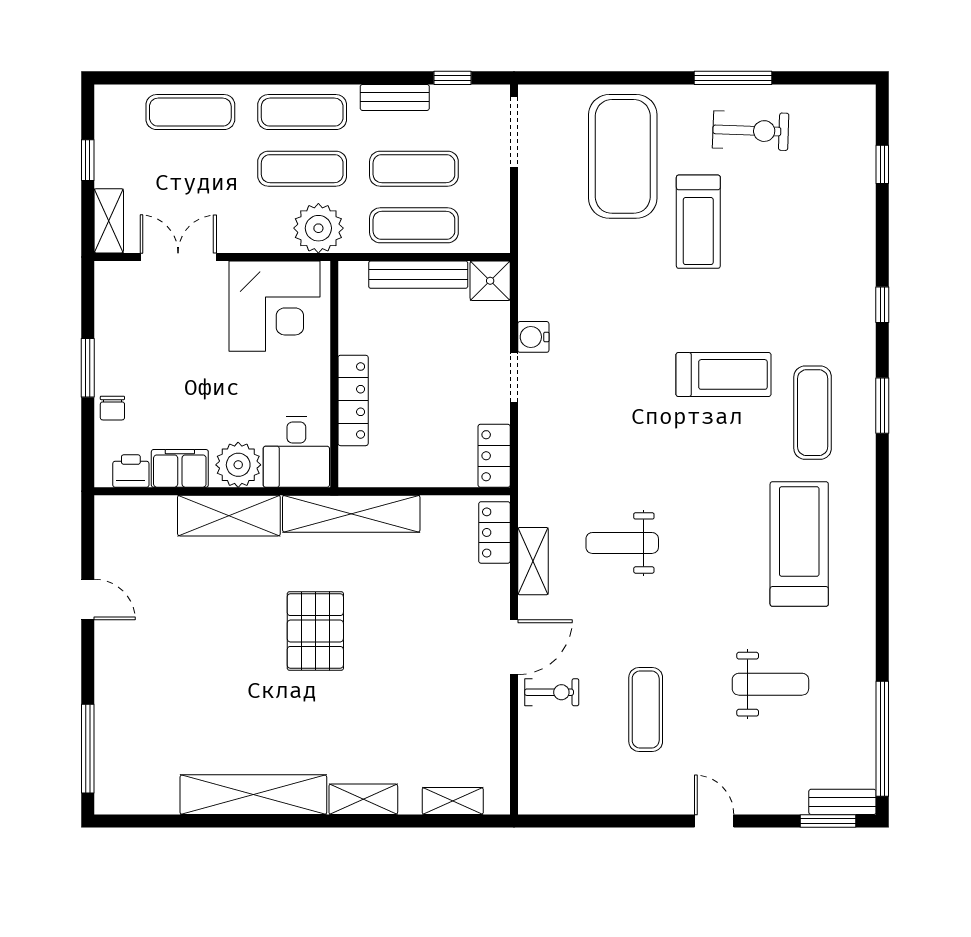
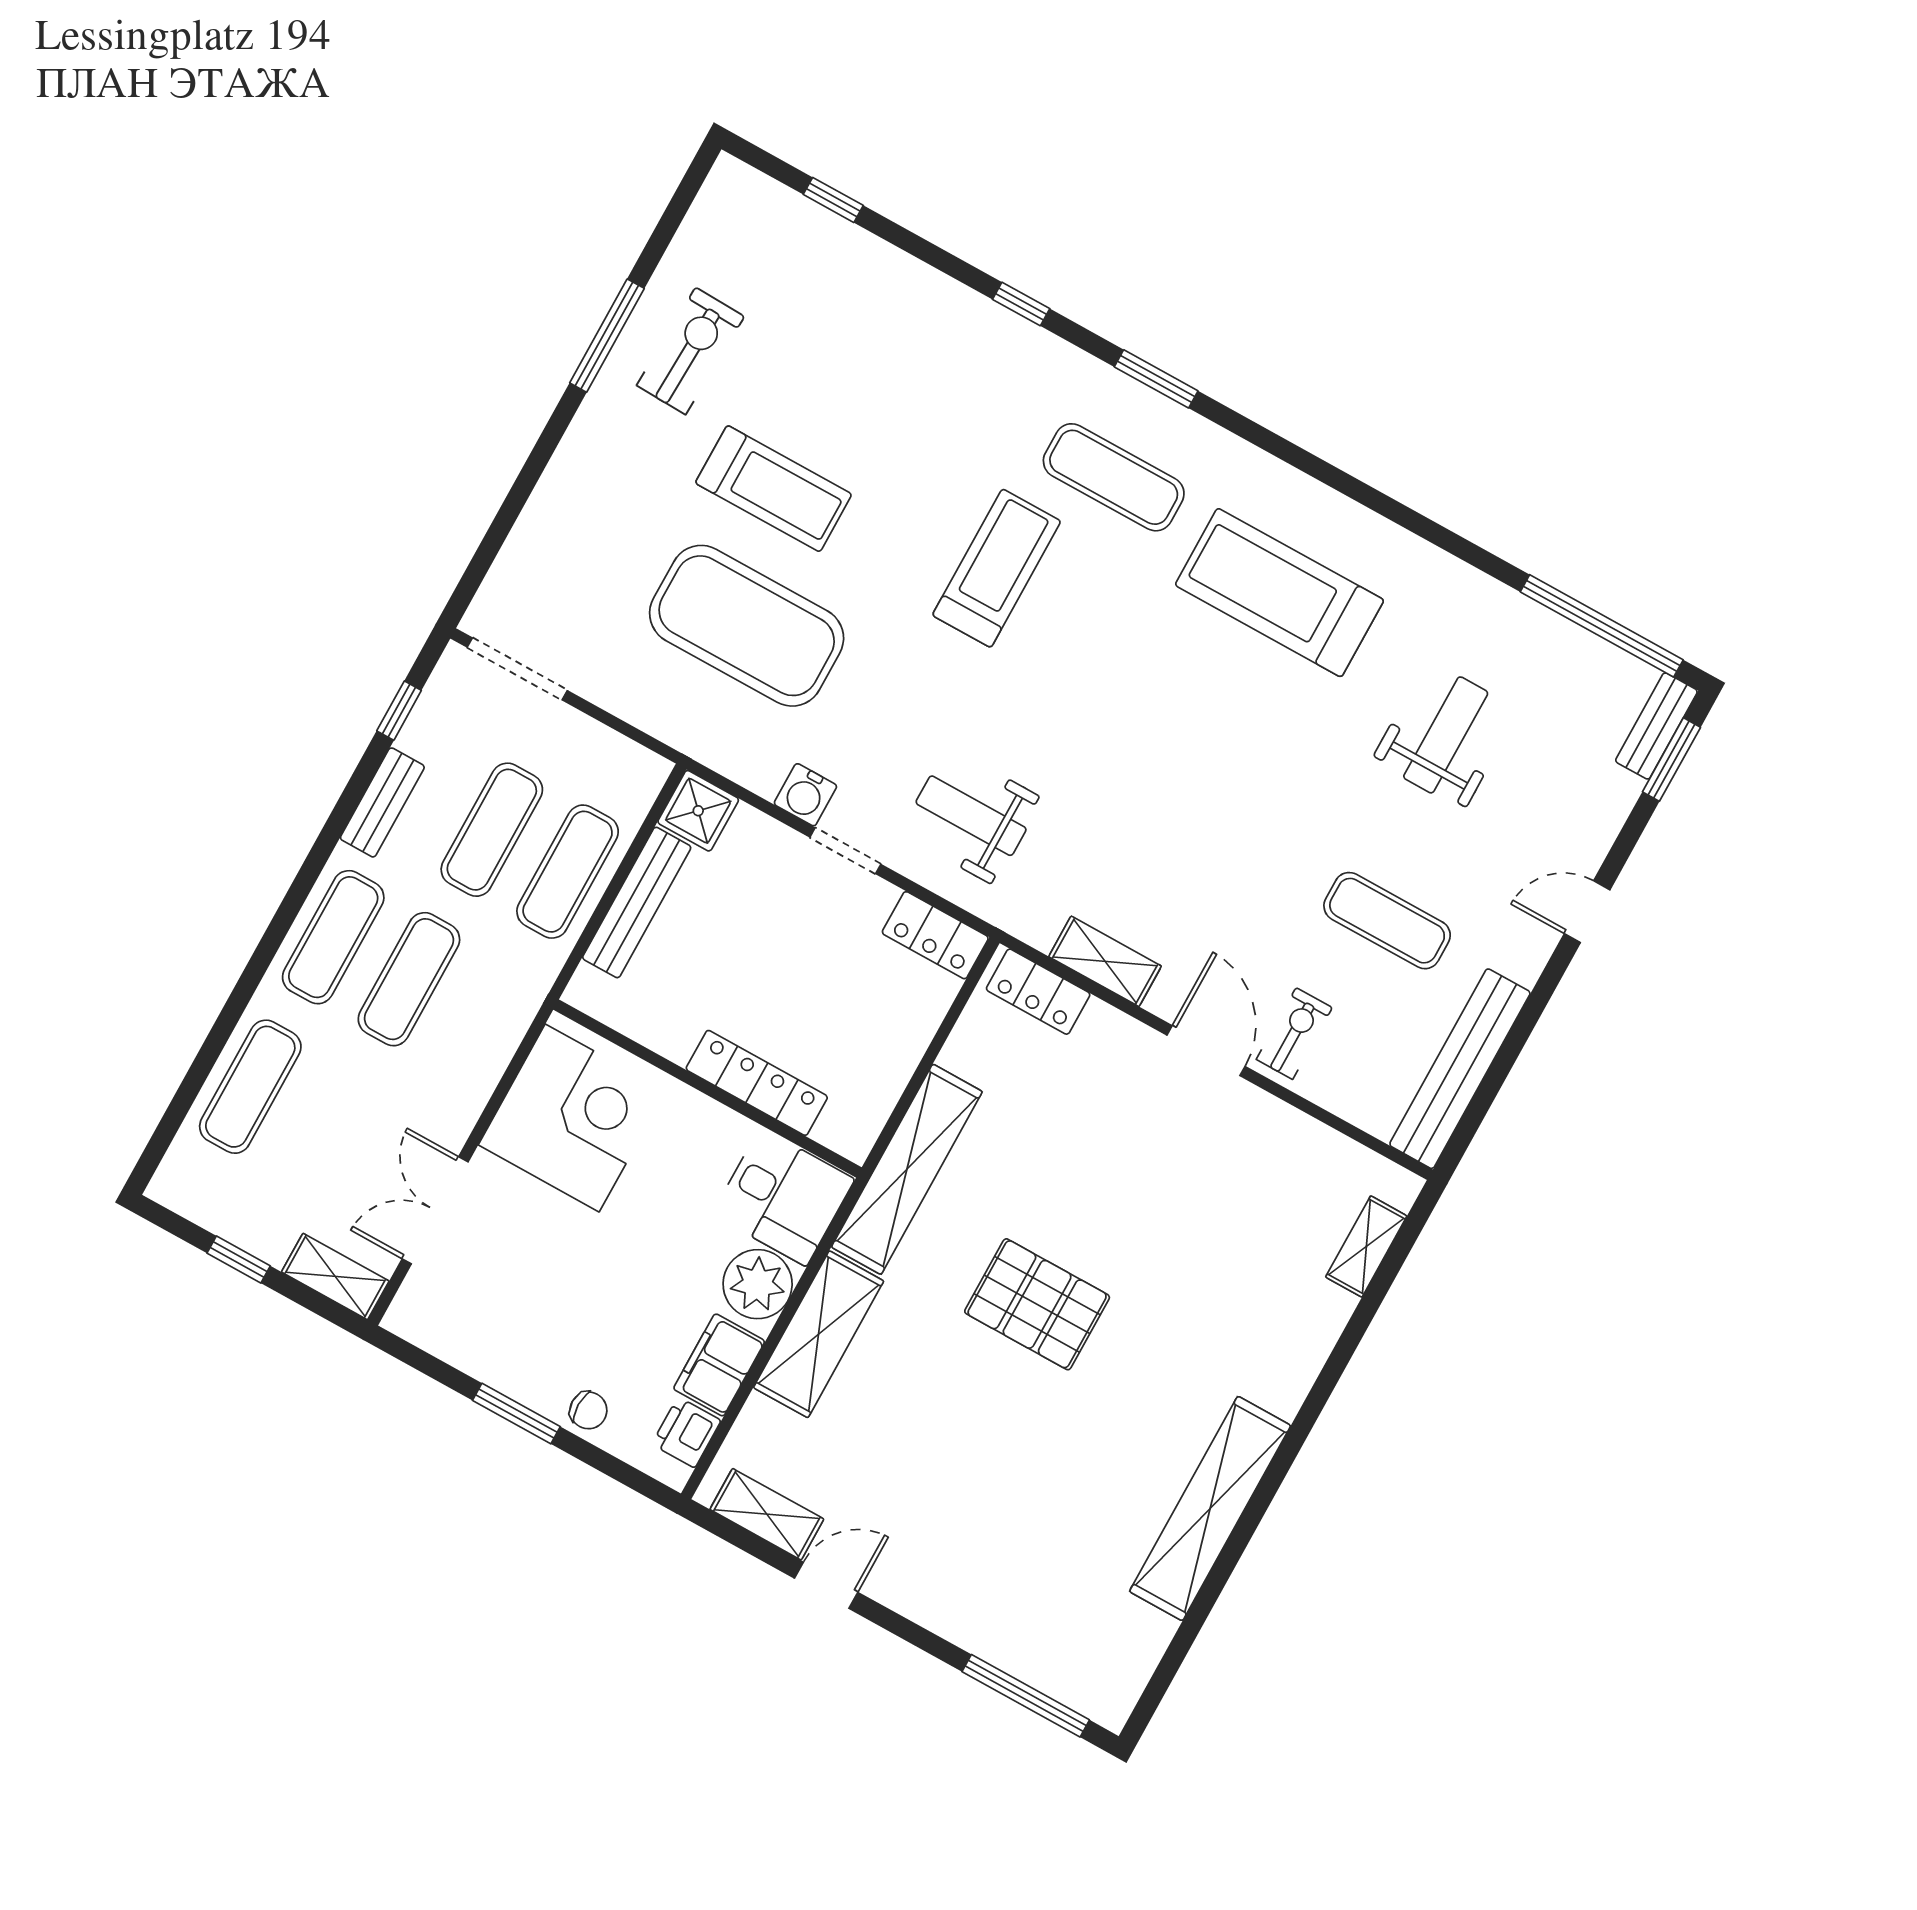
exercise mat: (623, 156) -> (747, 626), moved
plant: (318, 228) -> (501, 1002), removed
weight bench: (622, 543) -> (971, 816), moved, turned 90
bench: (584, 798) -> (1460, 1069), added
shelving: (363, 799) -> (767, 1514), moved, turned 90

